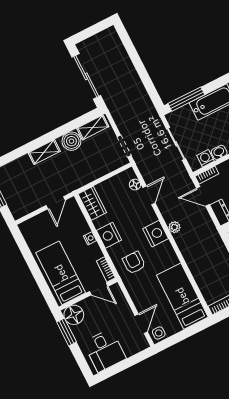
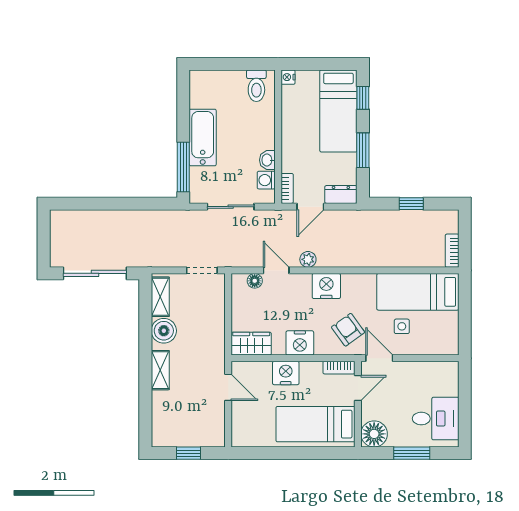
plant: (174, 227) -> (308, 259), moved
nightstand: (90, 238) -> (286, 373), width x1.89, depth x1.79
armchair: (134, 263) -> (348, 330), turned 54
door: (141, 324) -> (379, 358), moved
window: (67, 332) -> (412, 453), moved
side table: (159, 333) -> (402, 326), moved

